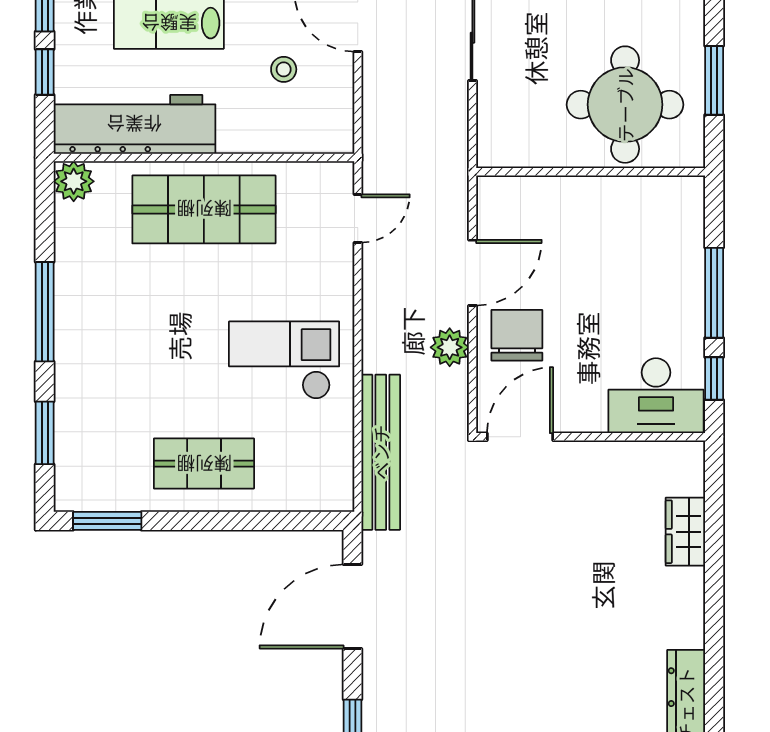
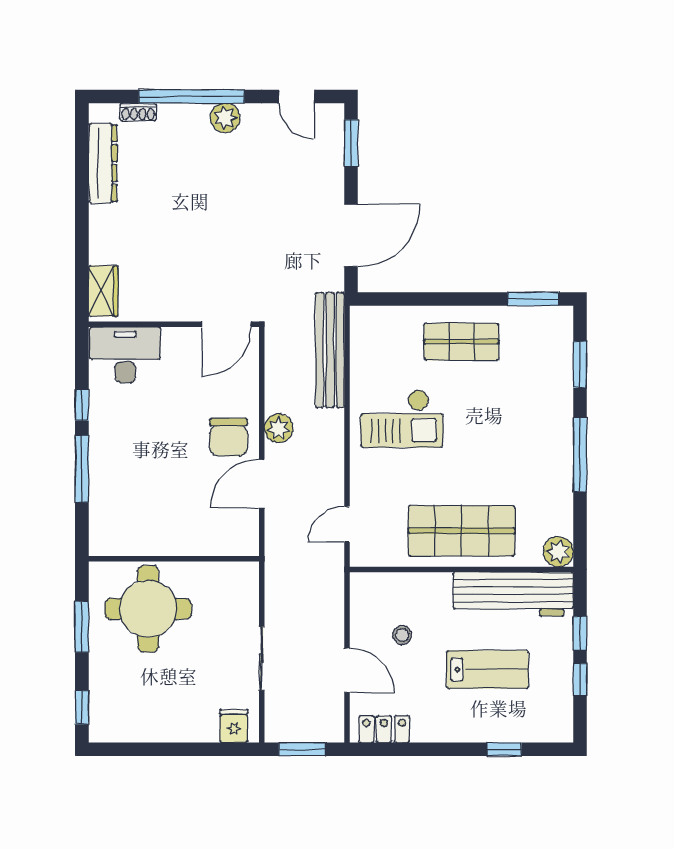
desk: (656, 396) -> (125, 355), moved
door: (520, 437) -> (226, 324), moved
wall: (591, 437) -> (174, 324), moved

